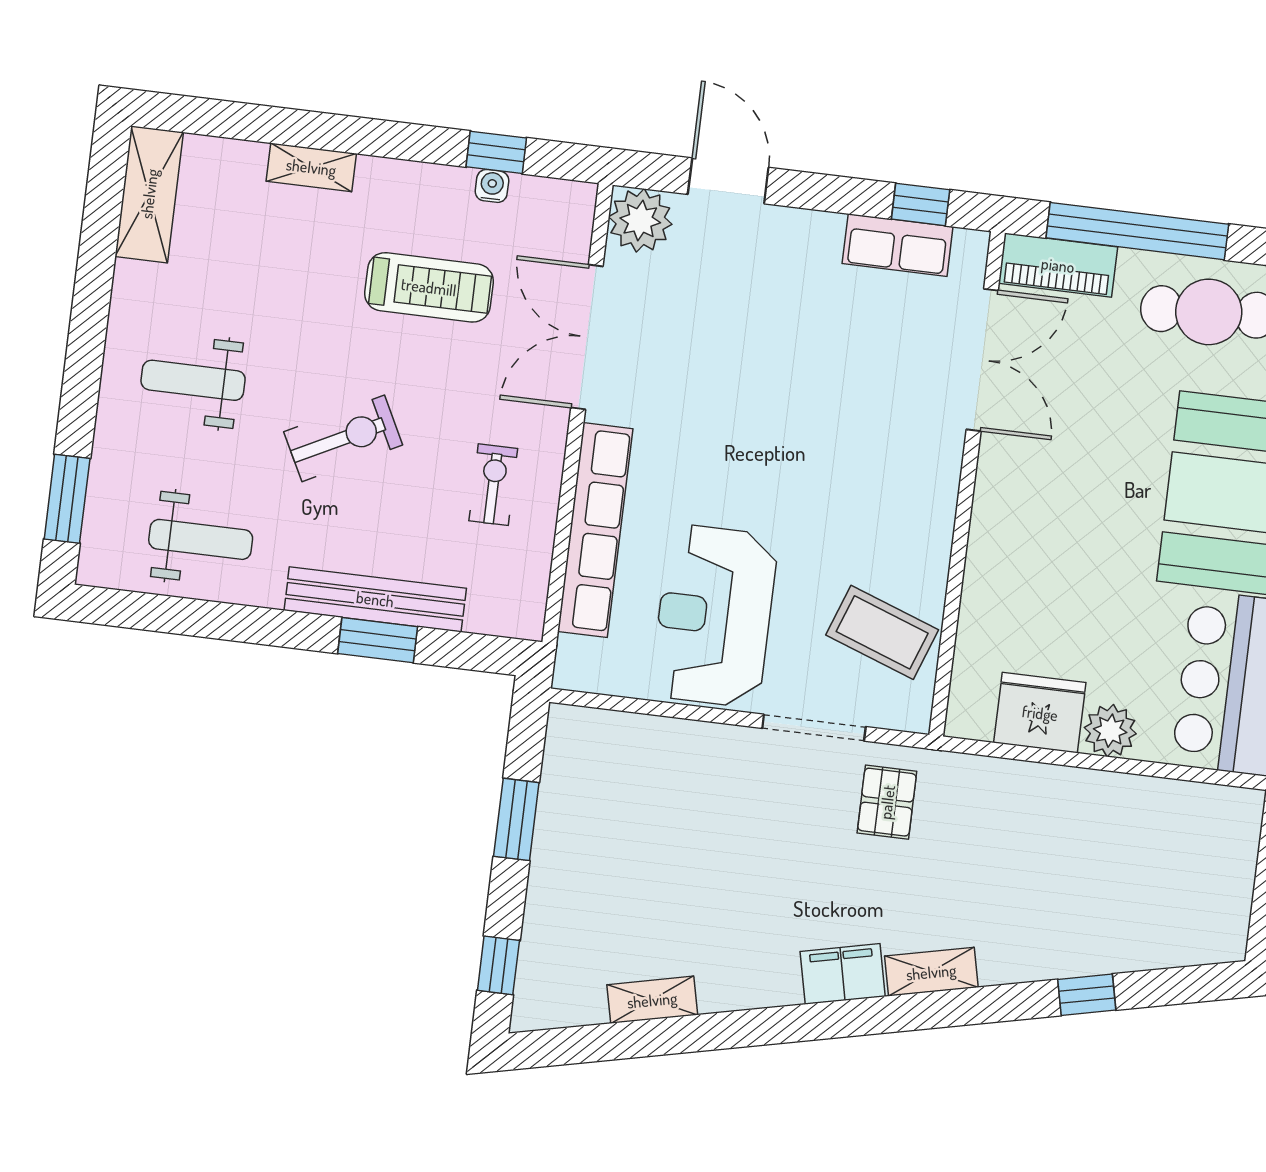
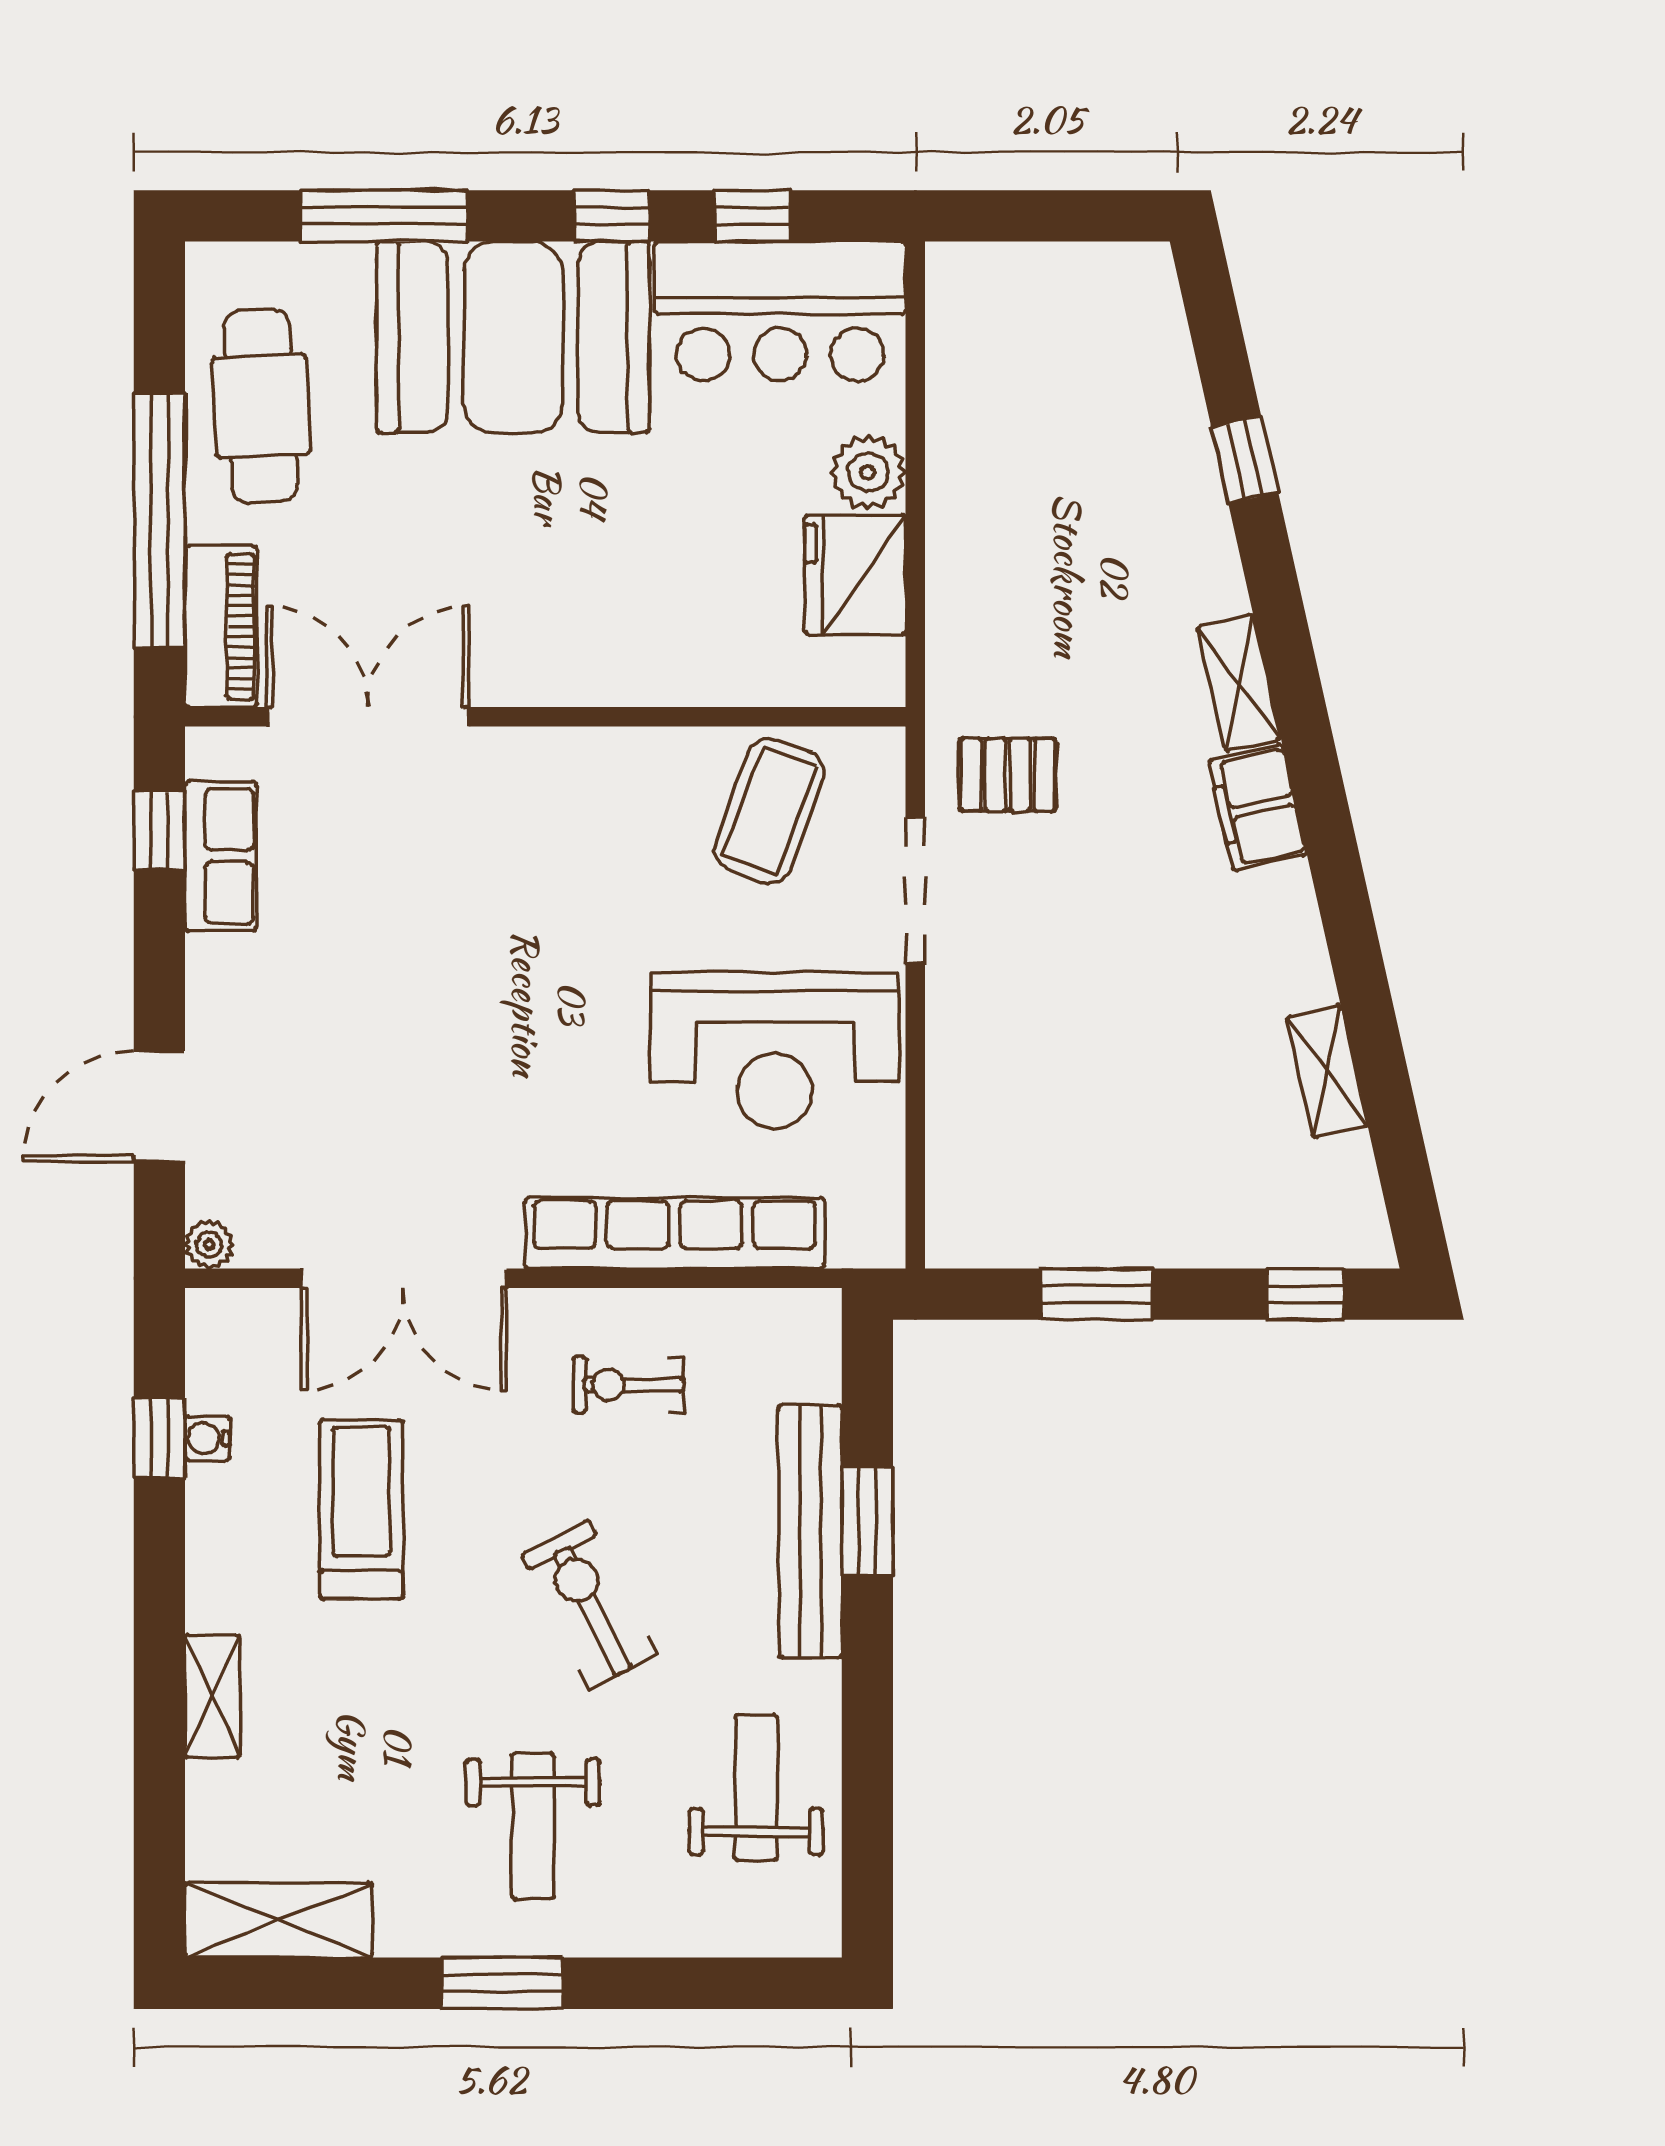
plant: (640, 220) -> (209, 1244), width x0.53, depth x0.53
window: (67, 499) -> (502, 1983), moved

